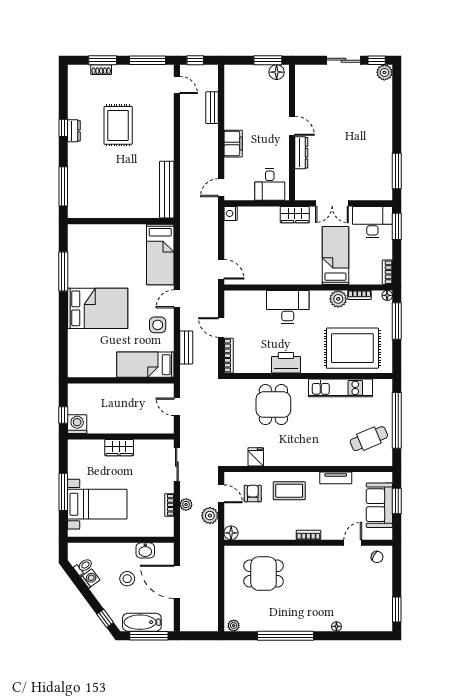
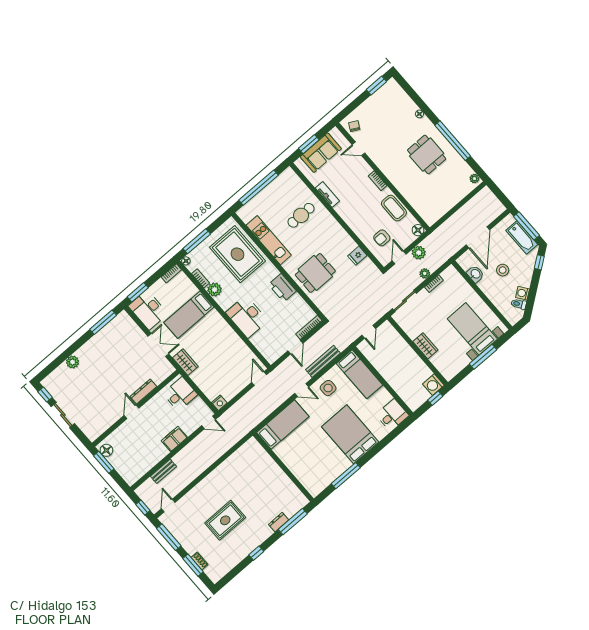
plant: (384, 72) -> (73, 362), moved
dresser: (74, 131) -> (279, 522), moved
bench: (167, 190) -> (239, 455), removed
bench: (186, 347) -> (323, 361), width x1.36
desk: (82, 362) -> (392, 415), added
cafe table: (369, 439) -> (301, 215), moved, turned -67
coffee table: (289, 491) -> (394, 208), moved
dining table: (264, 574) -> (427, 155), moved

